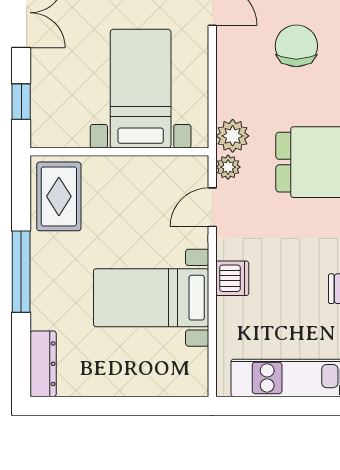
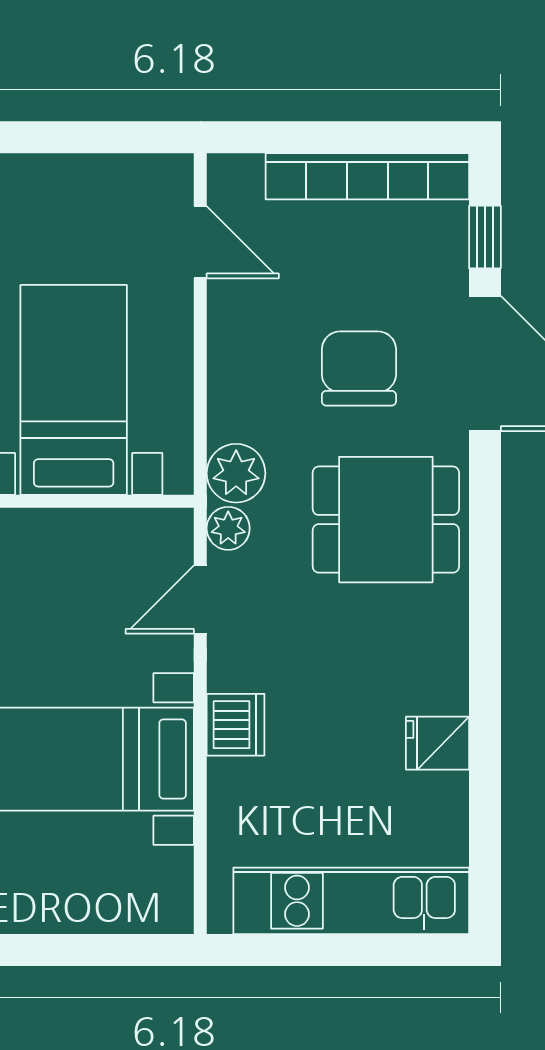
chair: (296, 46) -> (359, 369), moved

